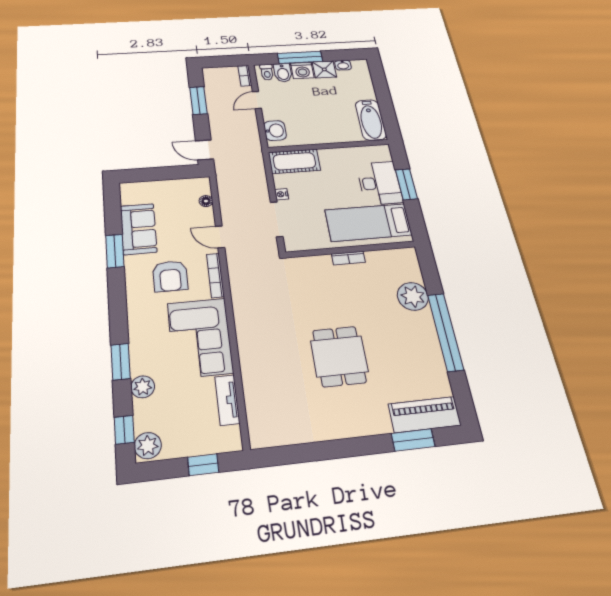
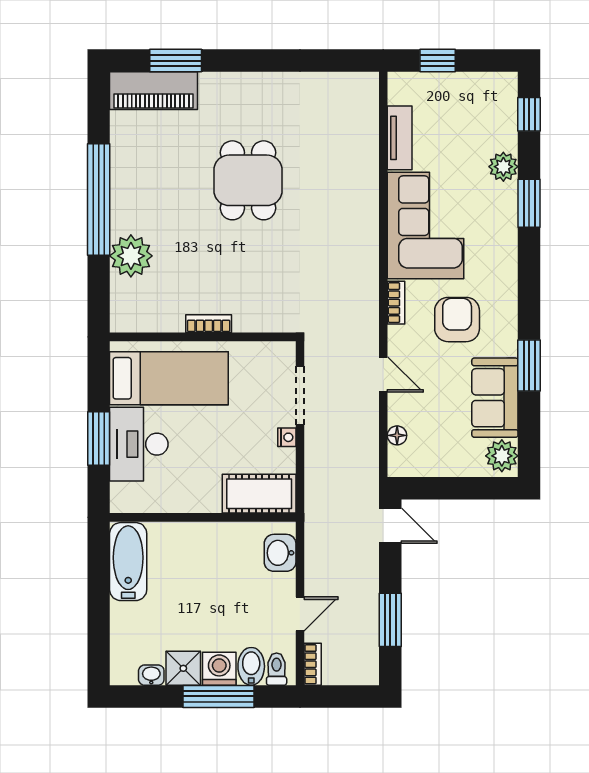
bookcase: (215, 275) -> (396, 303), width x0.64
plant: (148, 446) -> (502, 456), moved

